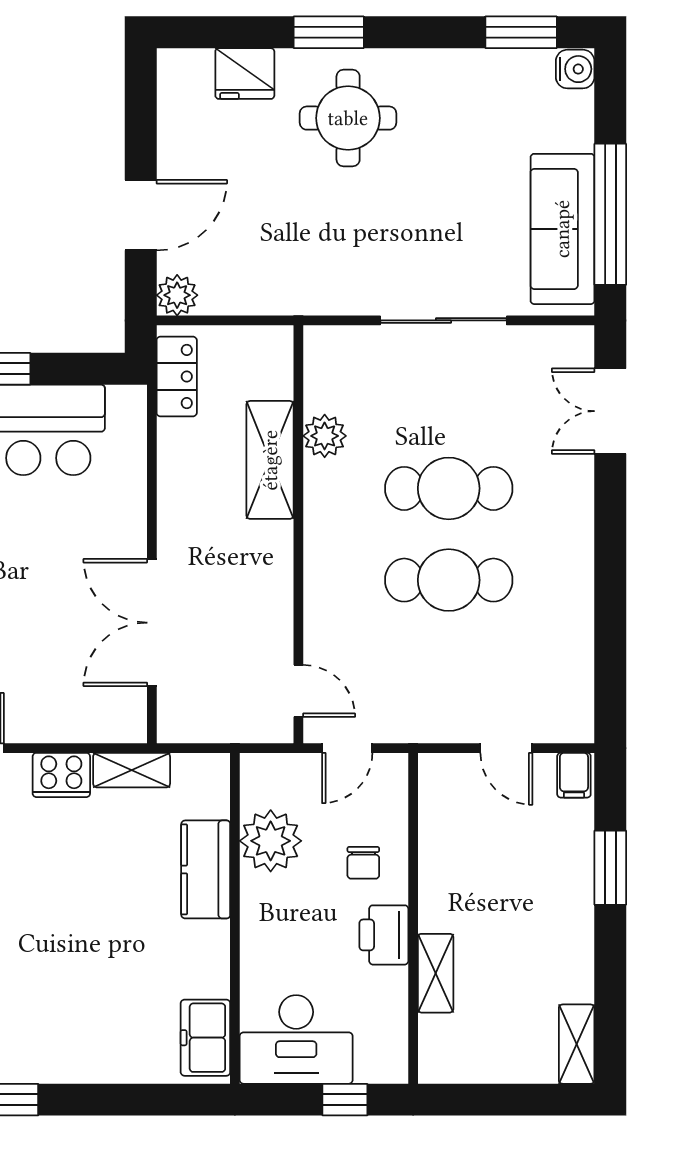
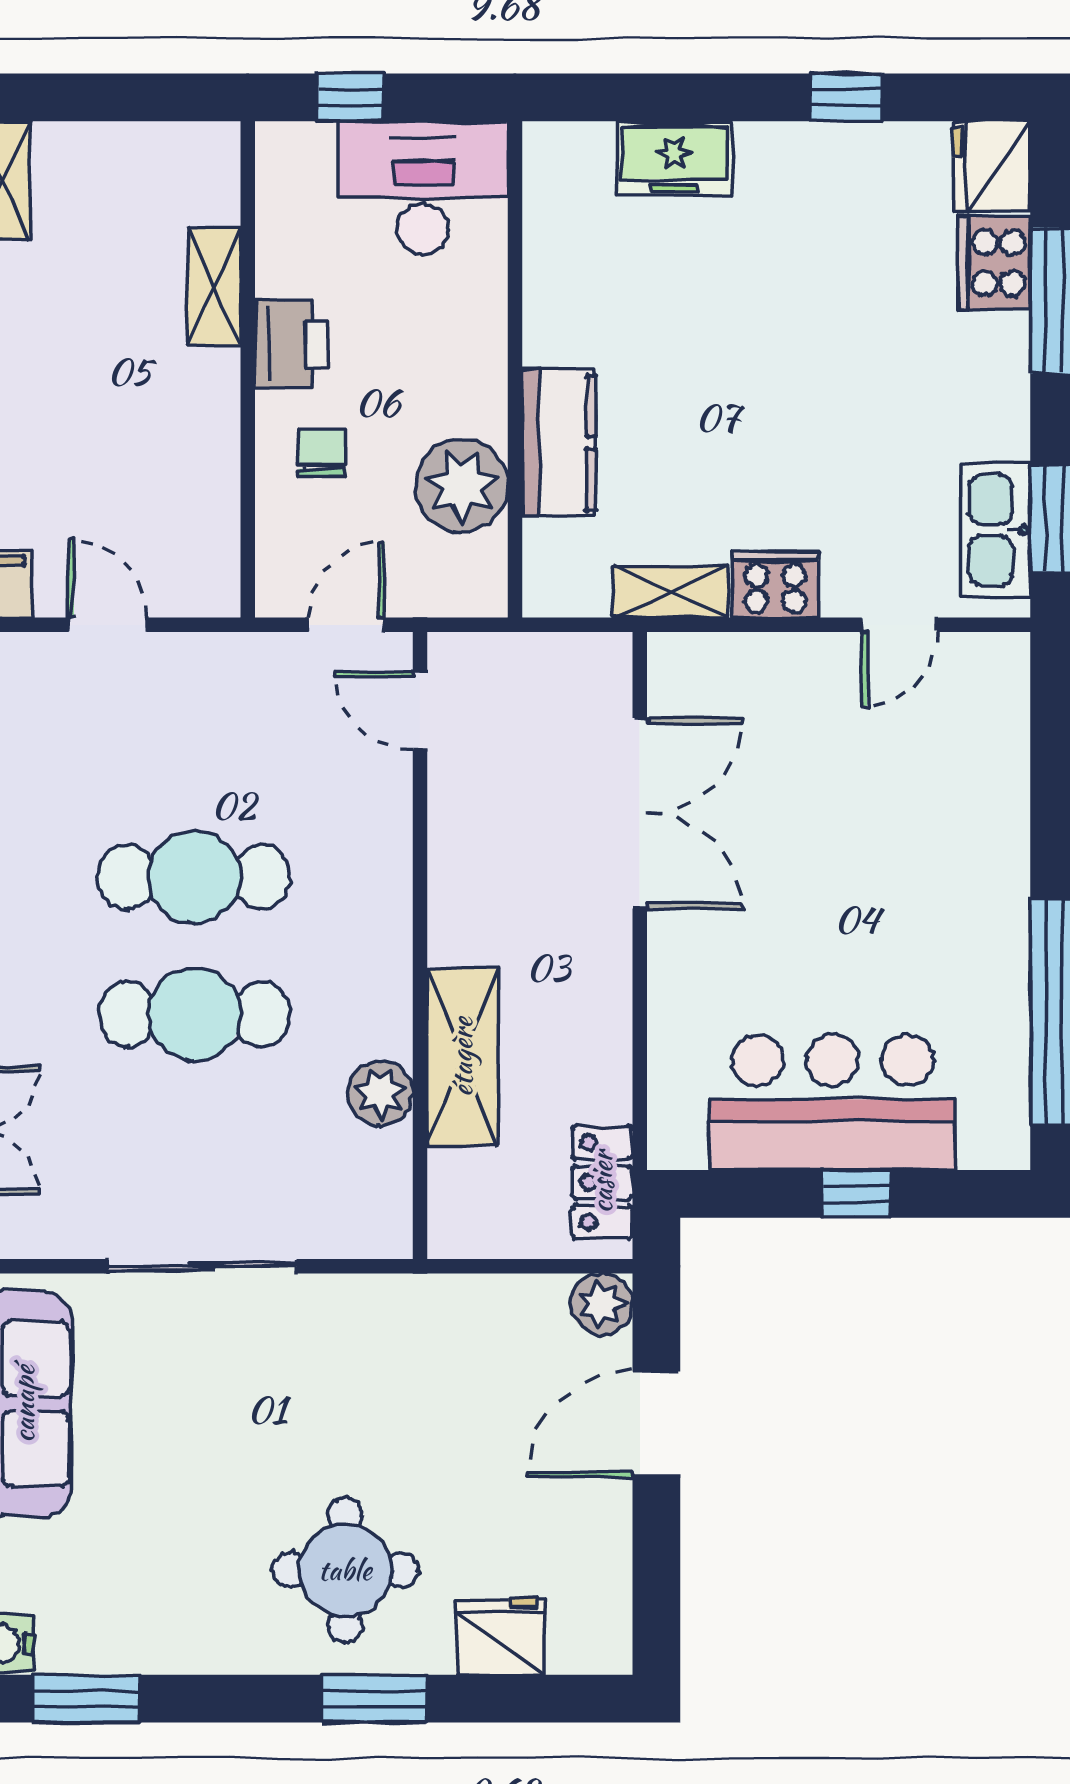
freezer: (205, 1038) -> (674, 158), moved, turned 90

